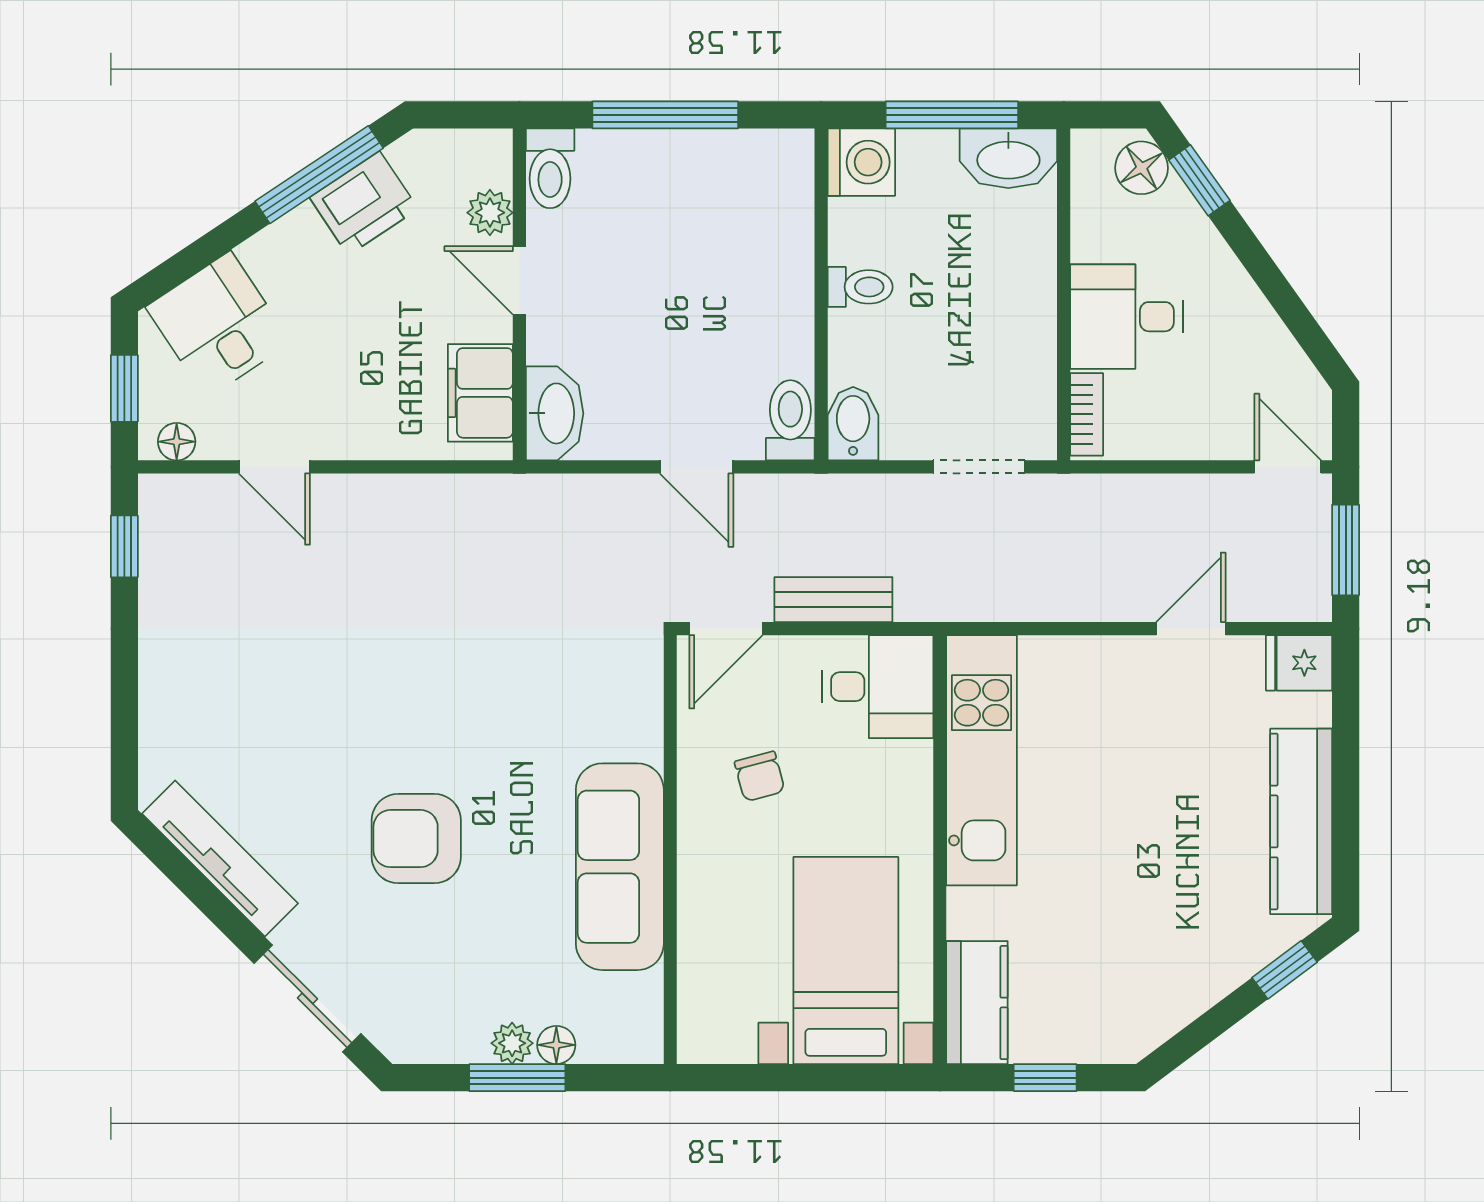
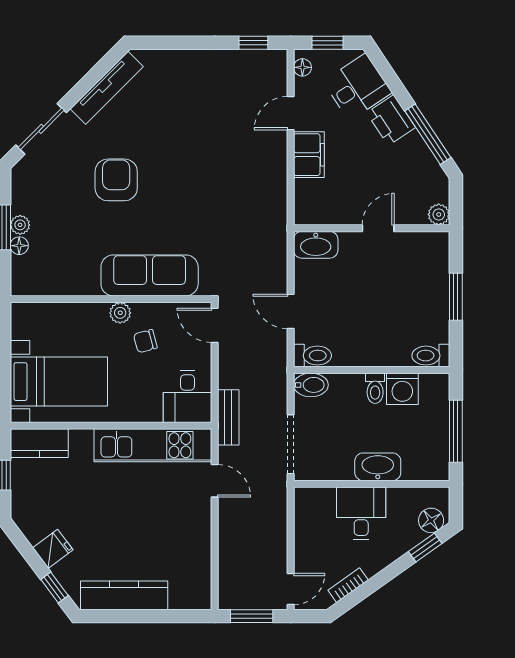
window: (665, 115) -> (456, 297), width x0.69
washbasin: (1008, 158) -> (378, 467), moved, turned 90
washing machine: (861, 162) -> (402, 389), moved
toilet: (550, 168) -> (431, 356), moved
printer: (364, 203) -> (391, 120), moved
plant: (490, 213) -> (439, 214), moved
filing cabinet: (480, 393) -> (309, 155), moved, turned 90
bookcase: (1087, 414) -> (348, 585), moved, turned 145
door: (696, 467) -> (291, 311), hinge flipped
doorway: (979, 467) -> (291, 444), width x1.38
bench: (833, 600) -> (228, 417), moved
door: (1191, 629) -> (215, 481), moved
fridge: (1299, 663) -> (53, 549), moved, turned 53
plant: (699, 830) -> (120, 313), added
sofa: (620, 867) -> (150, 275), moved

